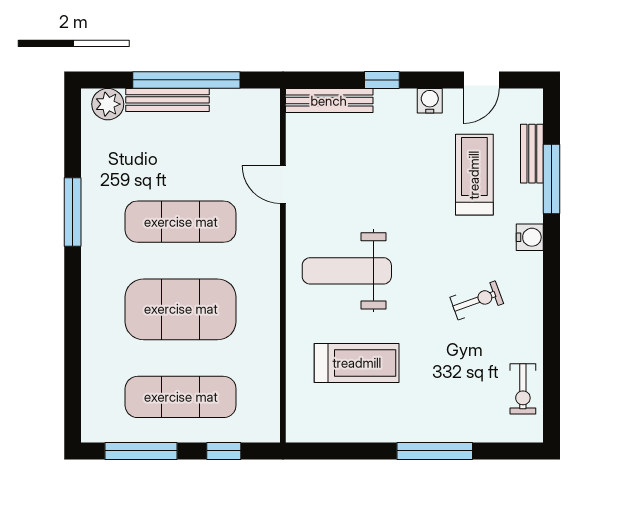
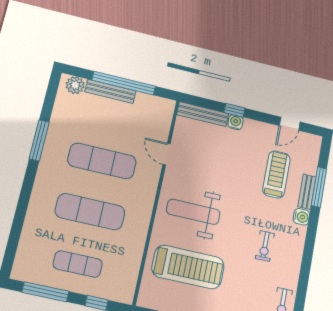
water cooler: (430, 101) -> (235, 122), moved
bench: (532, 154) -> (307, 192), moved
exercise bike: (477, 300) -> (265, 246), turned 110
exercise mat: (181, 309) -> (90, 212), width x0.68
treadmill: (357, 363) -> (188, 267), width x1.37, depth x1.38
exercise mat: (181, 397) -> (78, 264), width x0.73, depth x0.69

